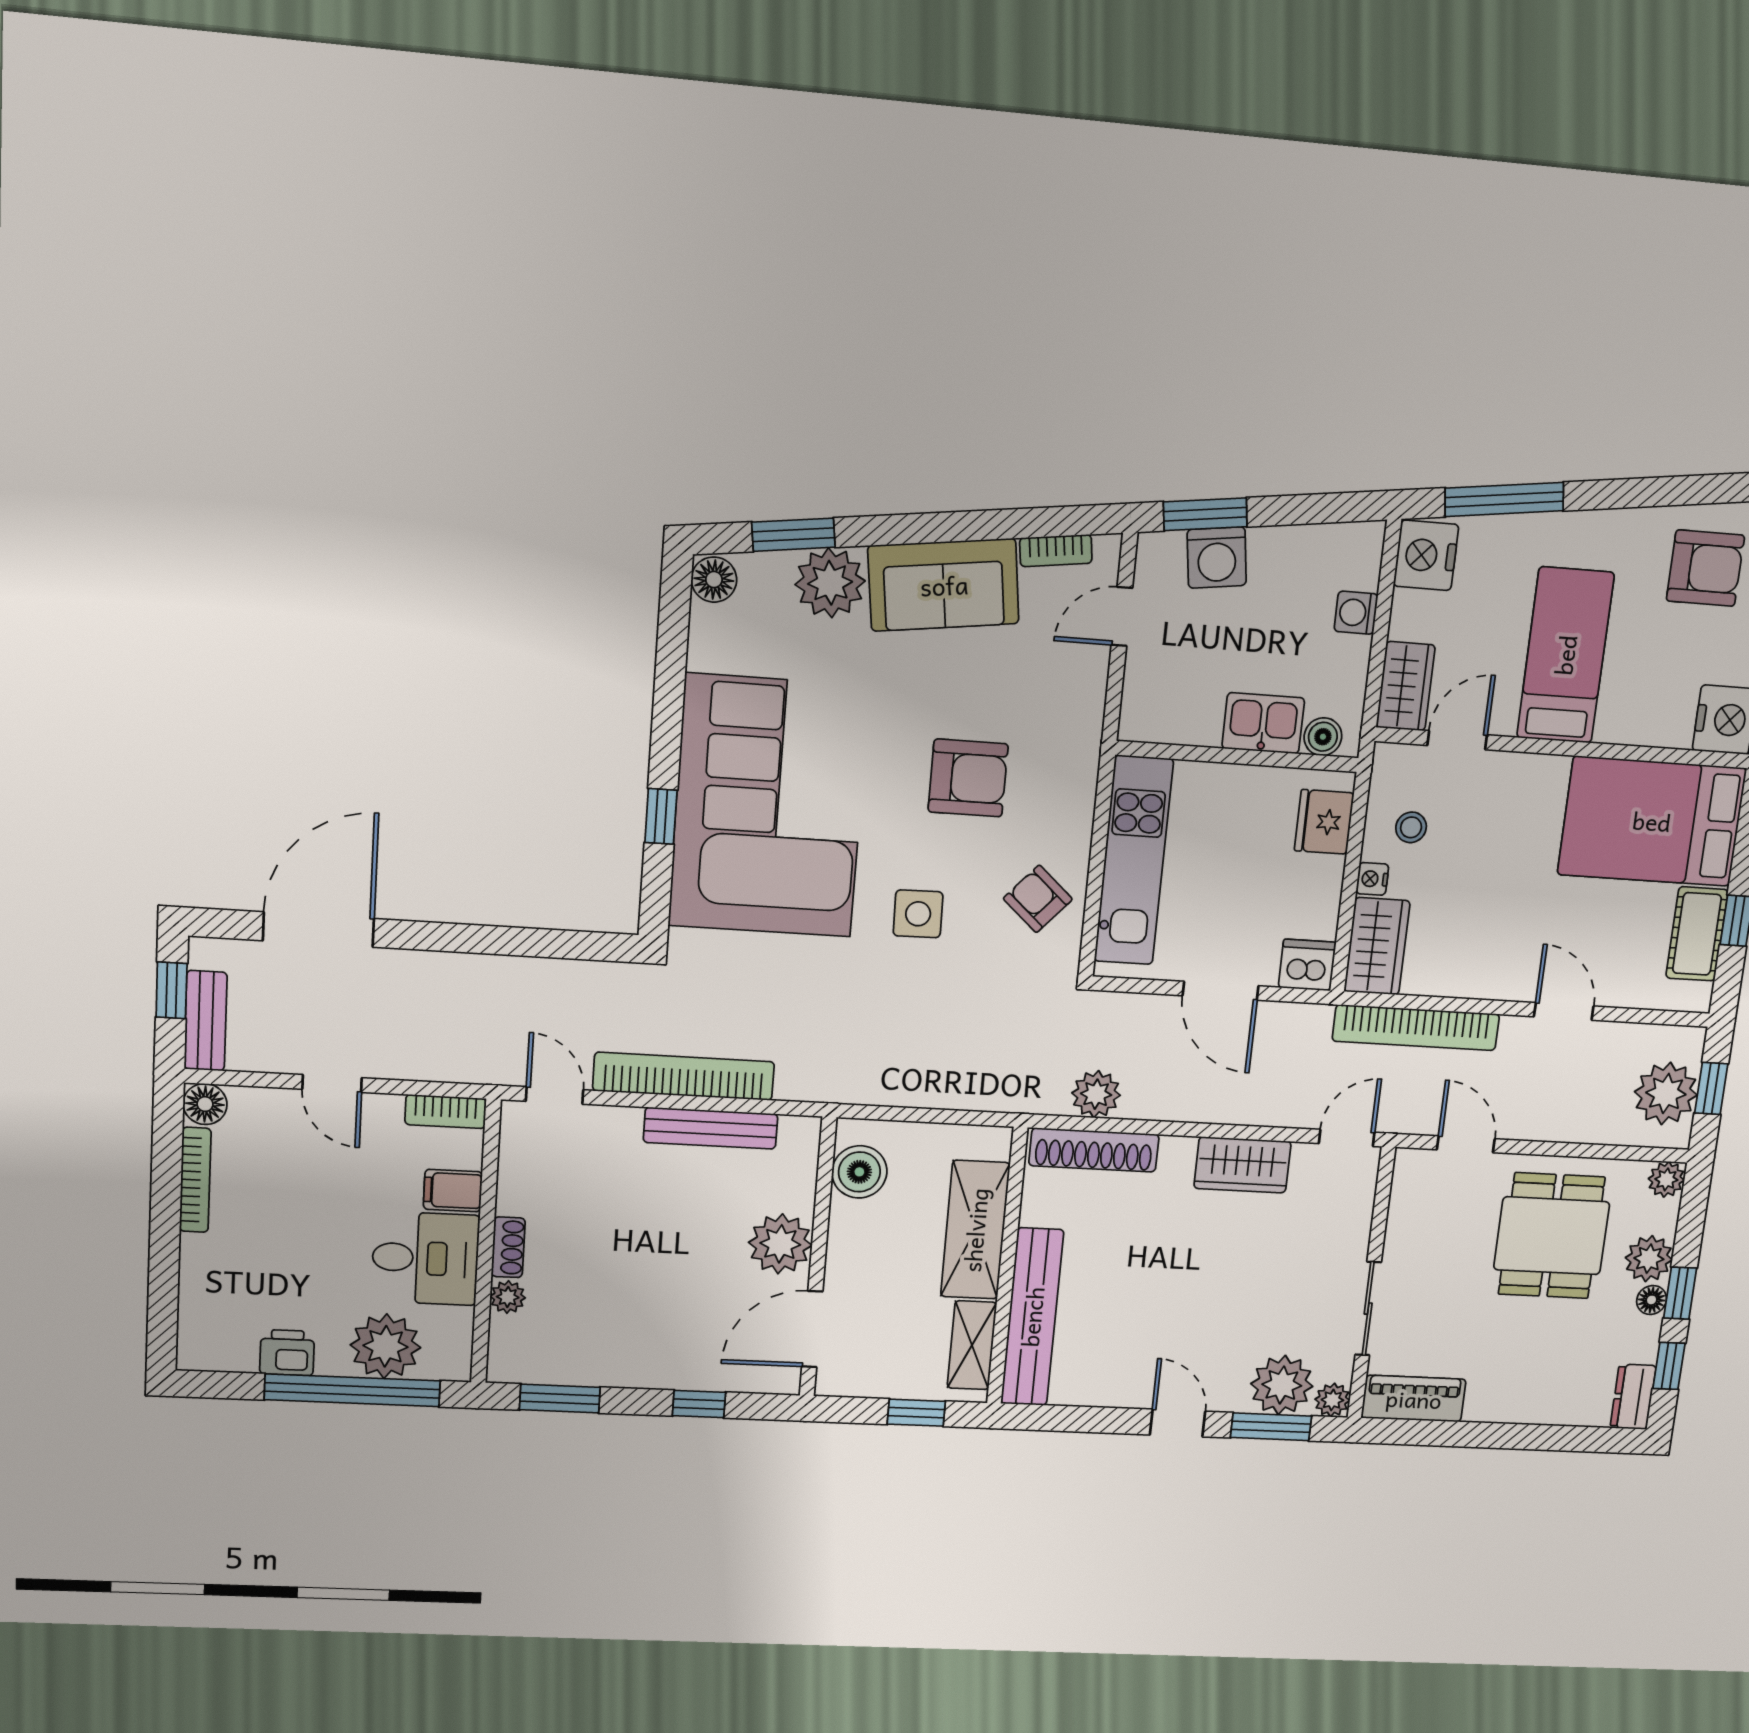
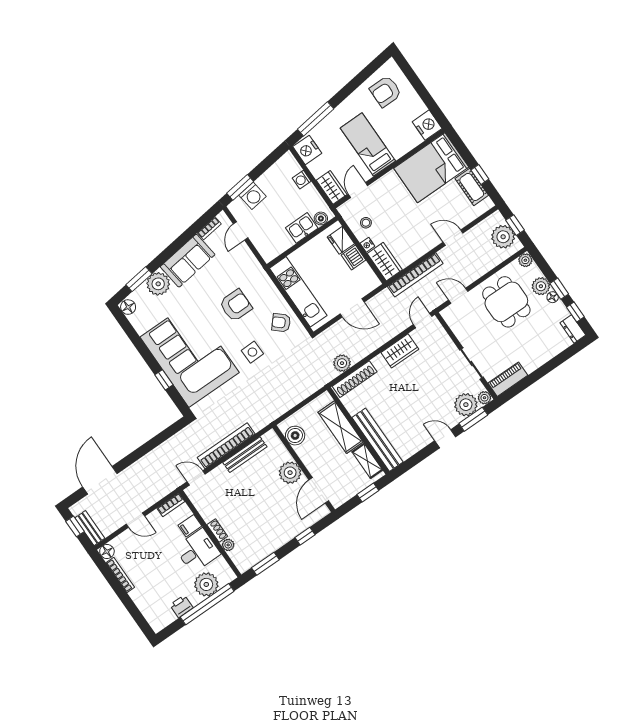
armchair: (1705, 568) -> (386, 91), turned 180
dishwasher: (1307, 965) -> (354, 258), moved, turned -90

